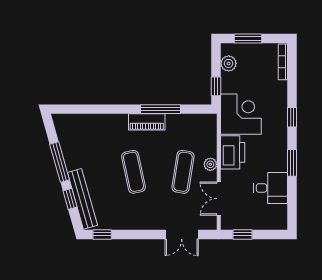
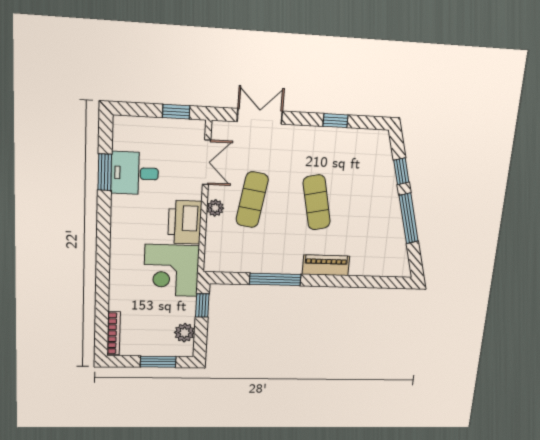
window: (292, 117) -> (103, 265), removed
piano: (147, 122) -> (326, 265), moved
window: (292, 163) -> (105, 172), moved
bench: (82, 199) -> (386, 170), removed
window: (102, 234) -> (335, 121), moved

